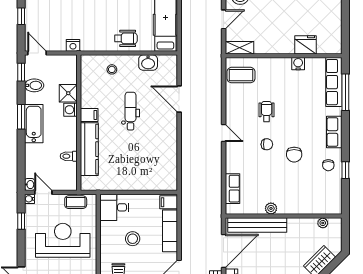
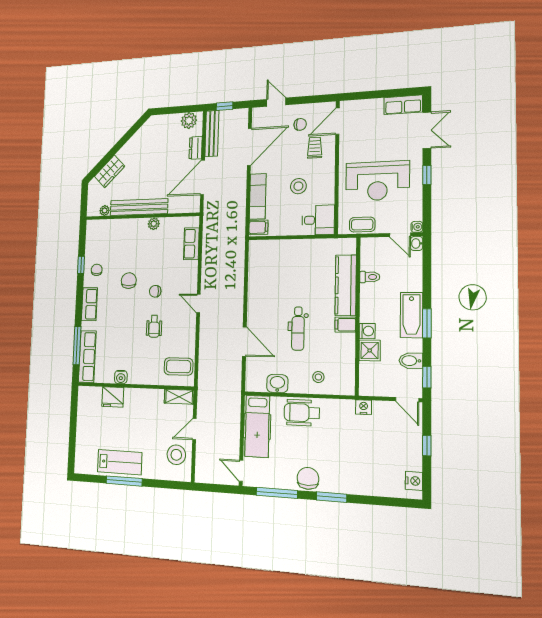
wheelchair: (126, 38) -> (302, 413), width x1.36, depth x1.37
window: (21, 221) -> (427, 175), moved
bench: (257, 225) -> (139, 207), moved

